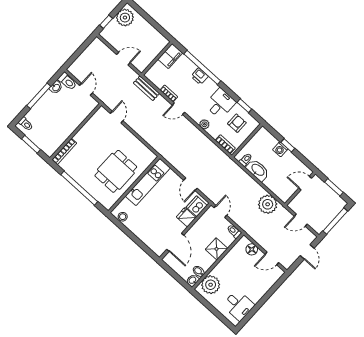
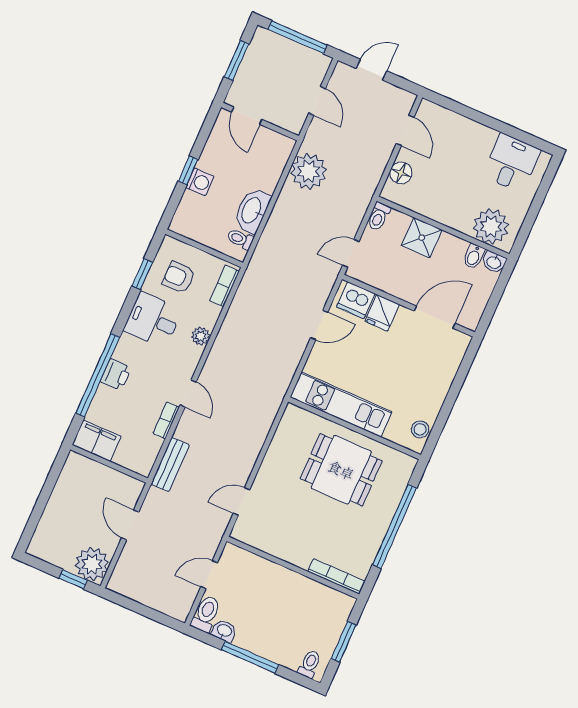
plant: (125, 18) -> (92, 564), moved

